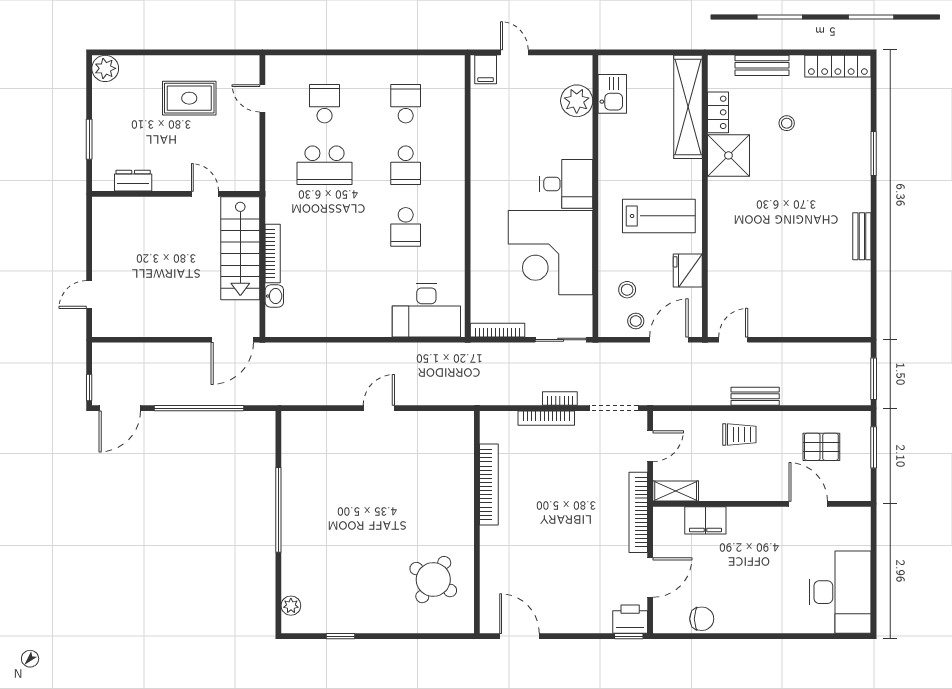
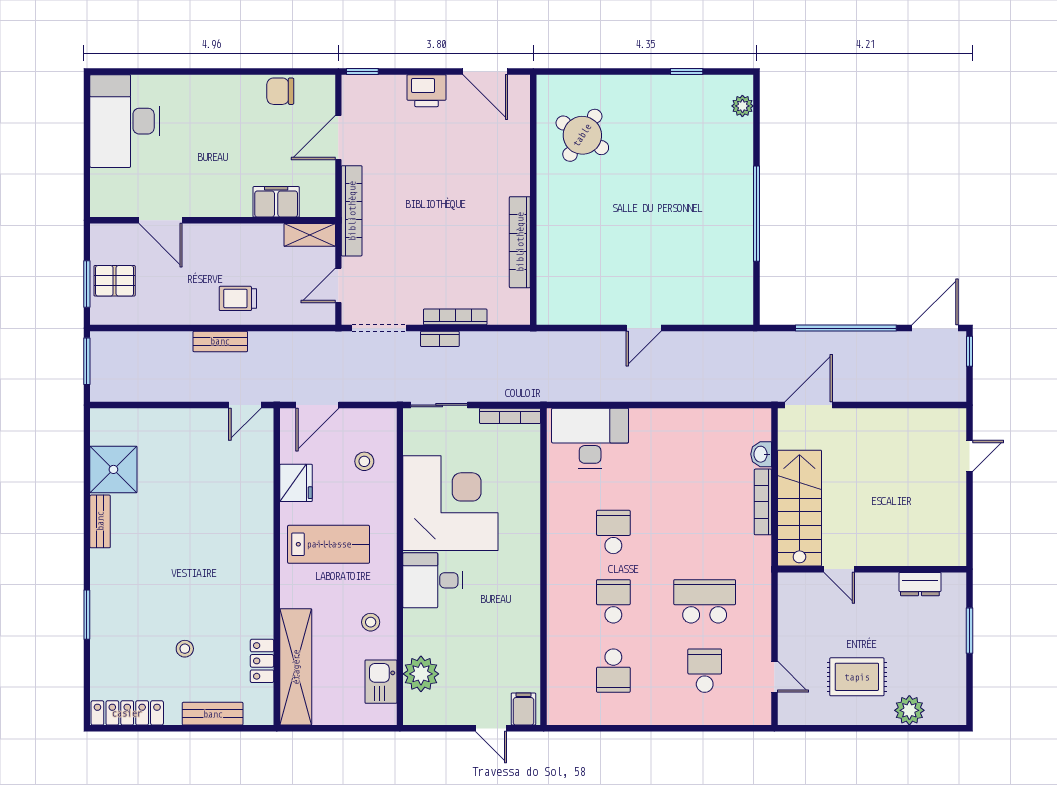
plant: (105, 68) -> (909, 710), moved
school desk: (325, 104) -> (705, 671), turned 180
shower: (728, 155) -> (113, 469), moved
lab bench: (659, 216) -> (329, 544), turned 180
stool: (636, 321) -> (371, 622), moved
pallet: (821, 447) -> (115, 281), moved
printer: (630, 619) -> (426, 91), moved

